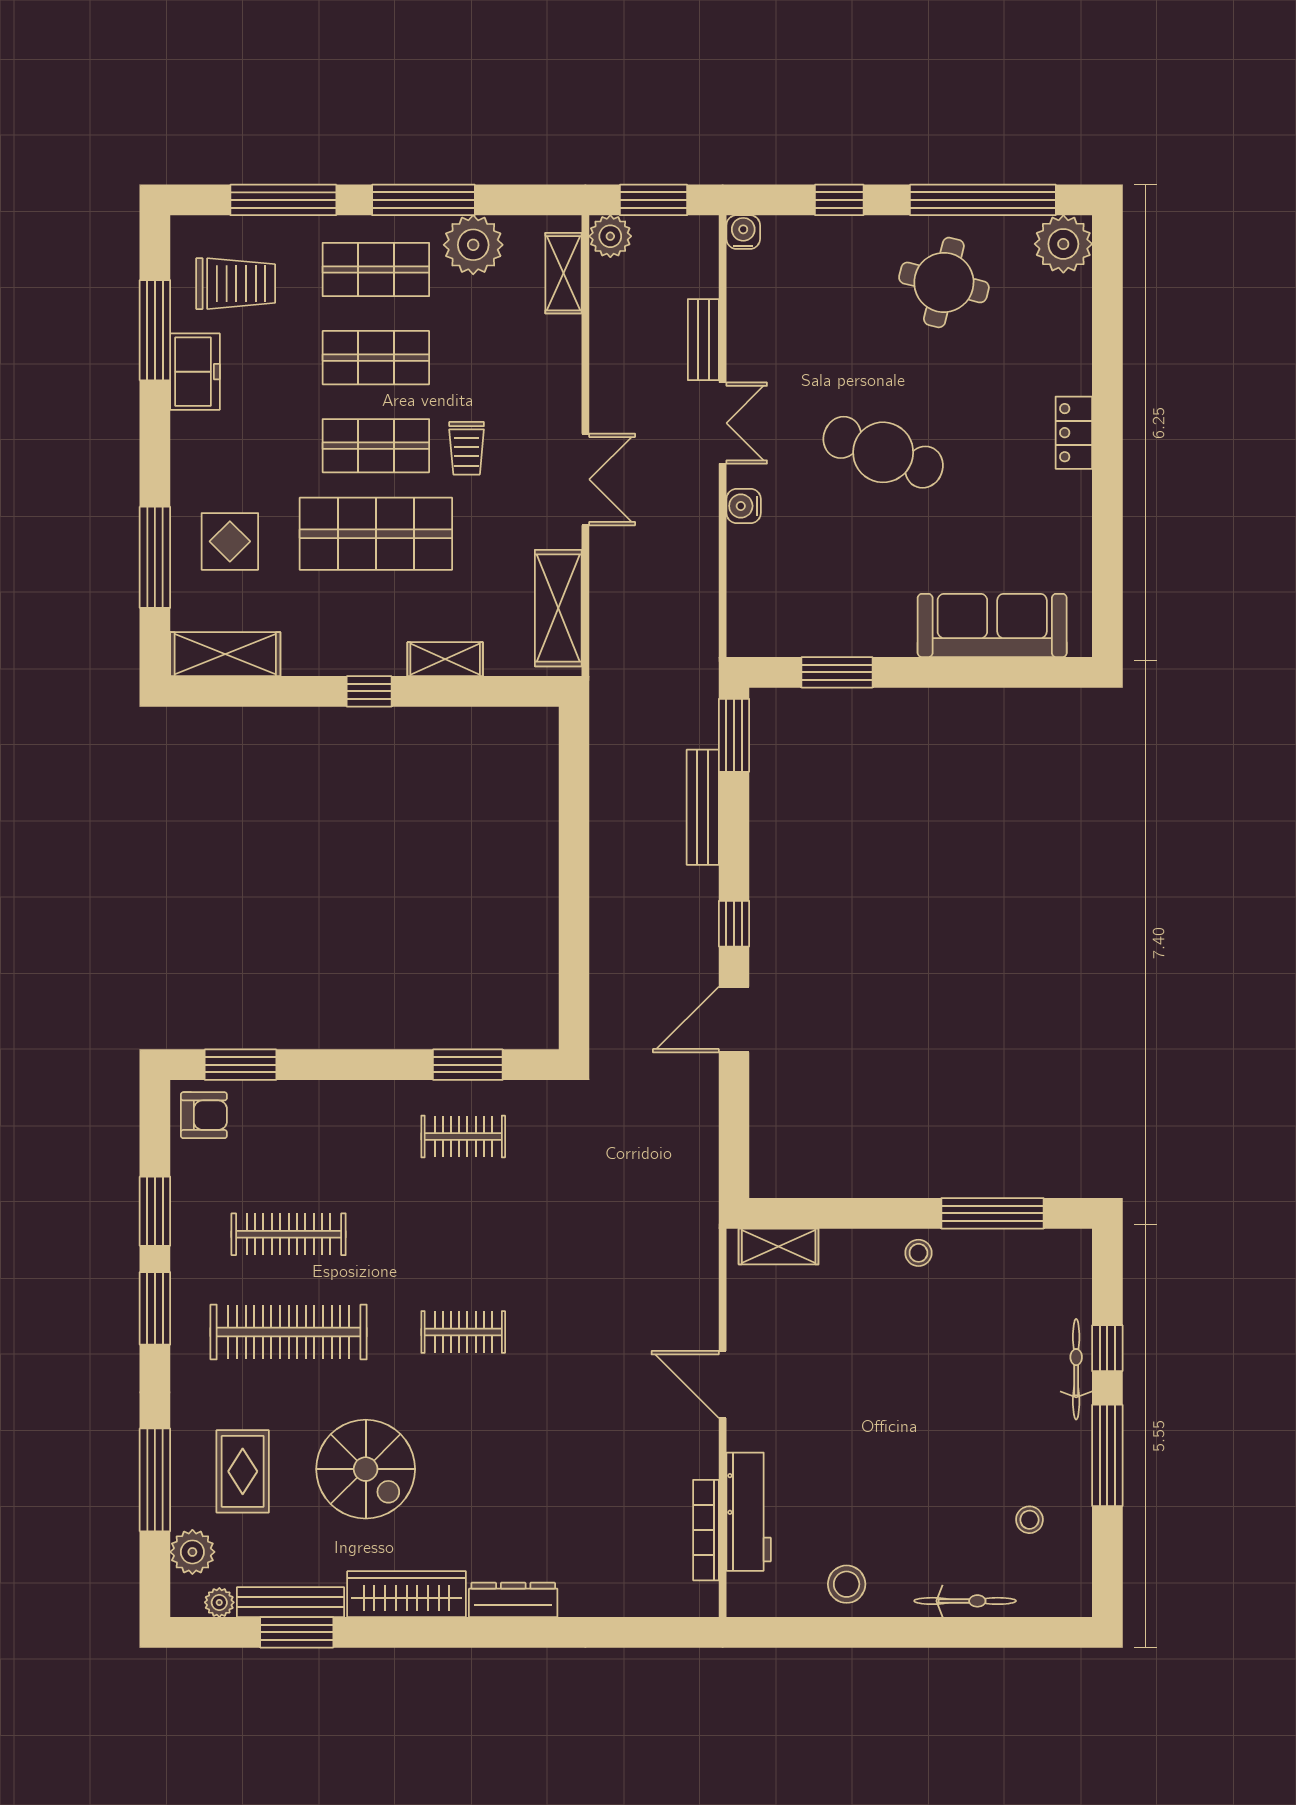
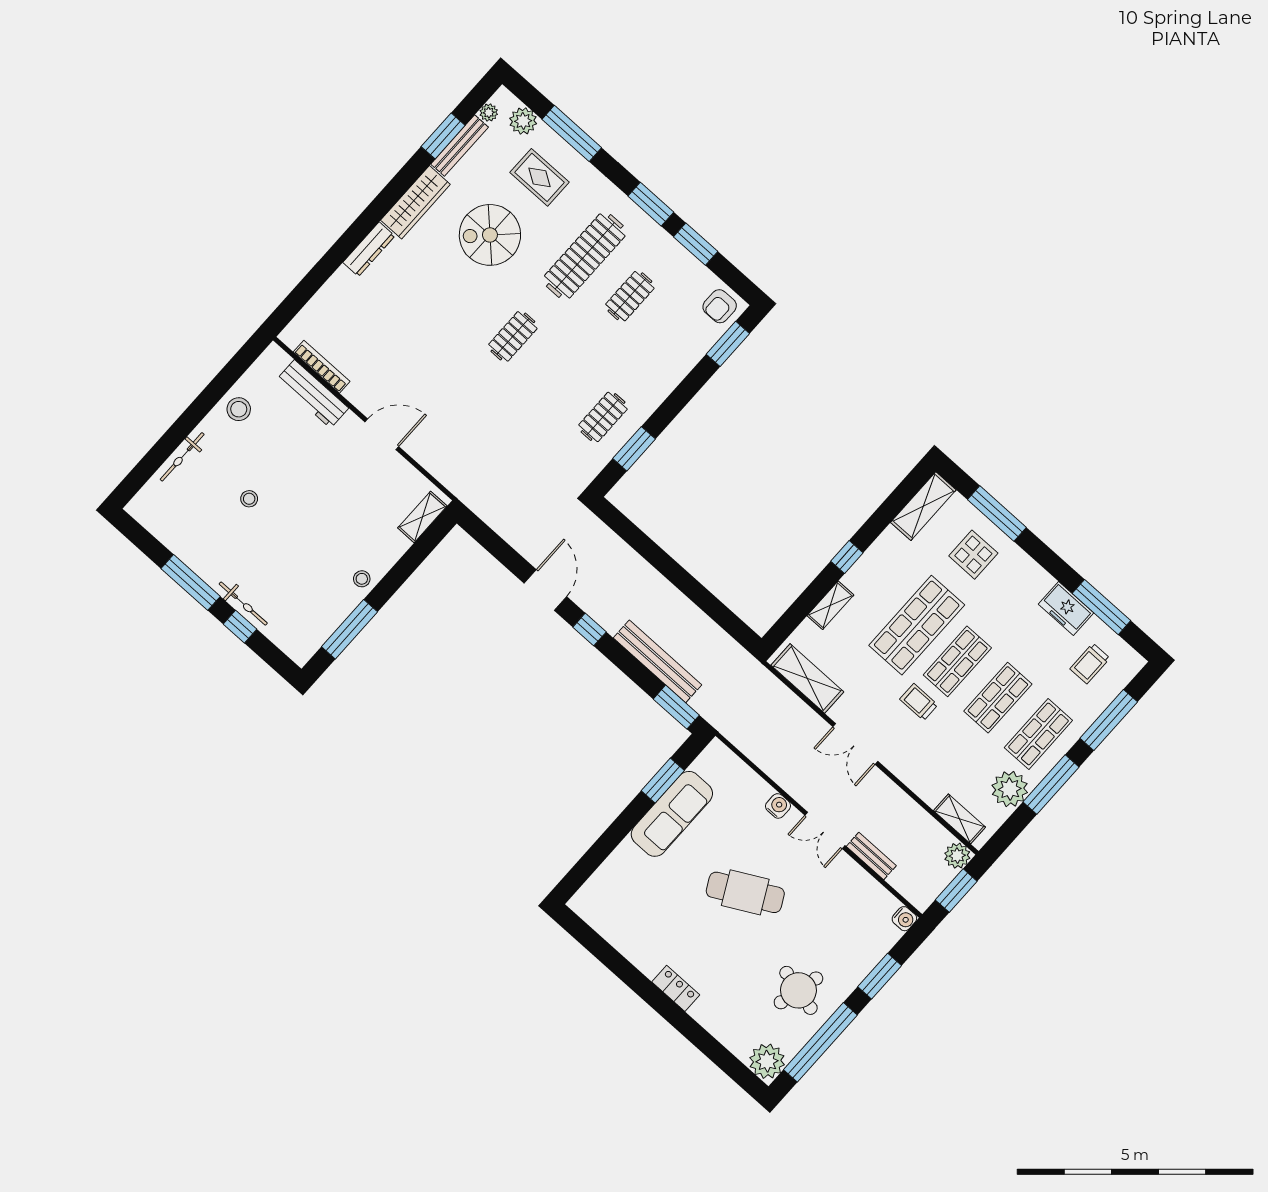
window: (839, 200) -> (880, 976), width x1.50
trolley: (236, 284) -> (1090, 663), width x0.73, depth x0.72
cafe table: (883, 452) -> (745, 892), turned 42
sofa: (992, 625) -> (672, 814), moved
bench: (703, 807) -> (657, 661), width x1.37, depth x1.21
clothes rail: (289, 1234) -> (630, 296), width x0.73
stool: (1029, 1520) -> (249, 499), moved

